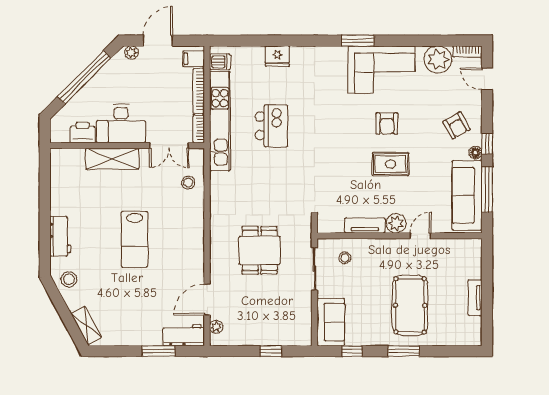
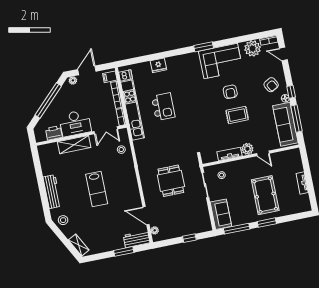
workbench: (60, 236) -> (52, 192), width x1.38
door: (420, 236) -> (263, 153), swing flipped
door: (207, 300) -> (146, 216), hinge flipped
window: (352, 351) -> (237, 229), width x2.17

